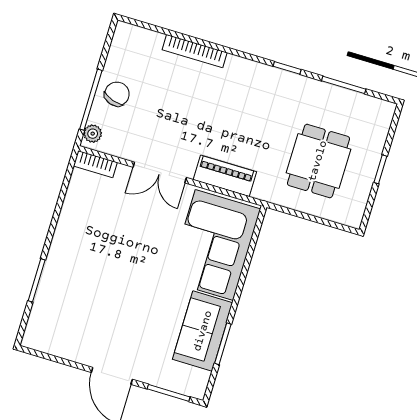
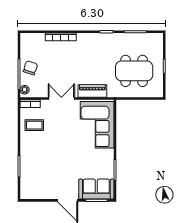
dining table: (318, 161) -> (134, 71), width x1.38
double door: (160, 172) -> (61, 99), swing flipped
coffee table: (91, 209) -> (34, 125), added
sofa: (203, 331) -> (96, 189), moved, turned 90

